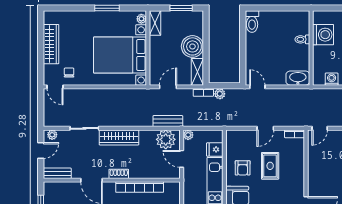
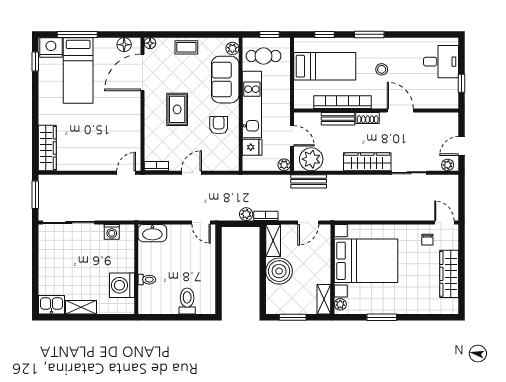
toilet: (252, 22) -> (187, 301), moved
rug: (270, 166) -> (177, 109), moved
bench: (57, 173) -> (338, 119), moved

